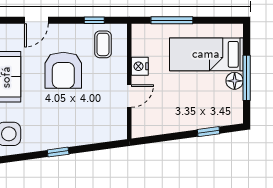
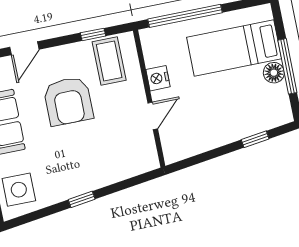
window: (172, 20) -> (185, 16), width x1.46
coffee table: (103, 44) -> (109, 61), width x1.36, depth x1.30

